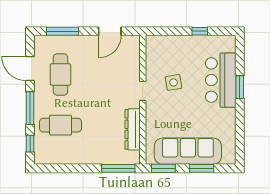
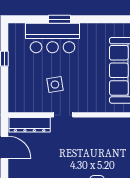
dresser: (133, 129) -> (30, 125), moved

